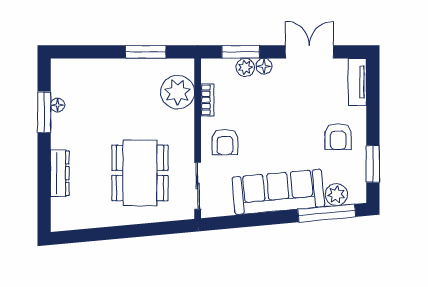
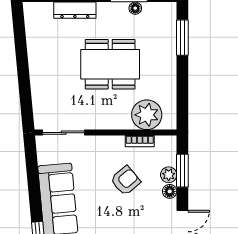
window: (146, 52) -> (182, 38), moved
armchair: (225, 142) -> (125, 181), moved, turned 140
dining table: (140, 173) -> (110, 64), moved

